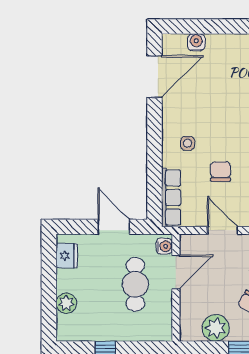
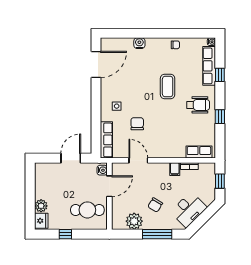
water cooler: (196, 42) -> (139, 43), moved
door: (114, 227) -> (71, 158), hinge flipped
fridge: (67, 256) -> (41, 221), moved
cafe table: (135, 284) -> (87, 210), moved, turned 90

